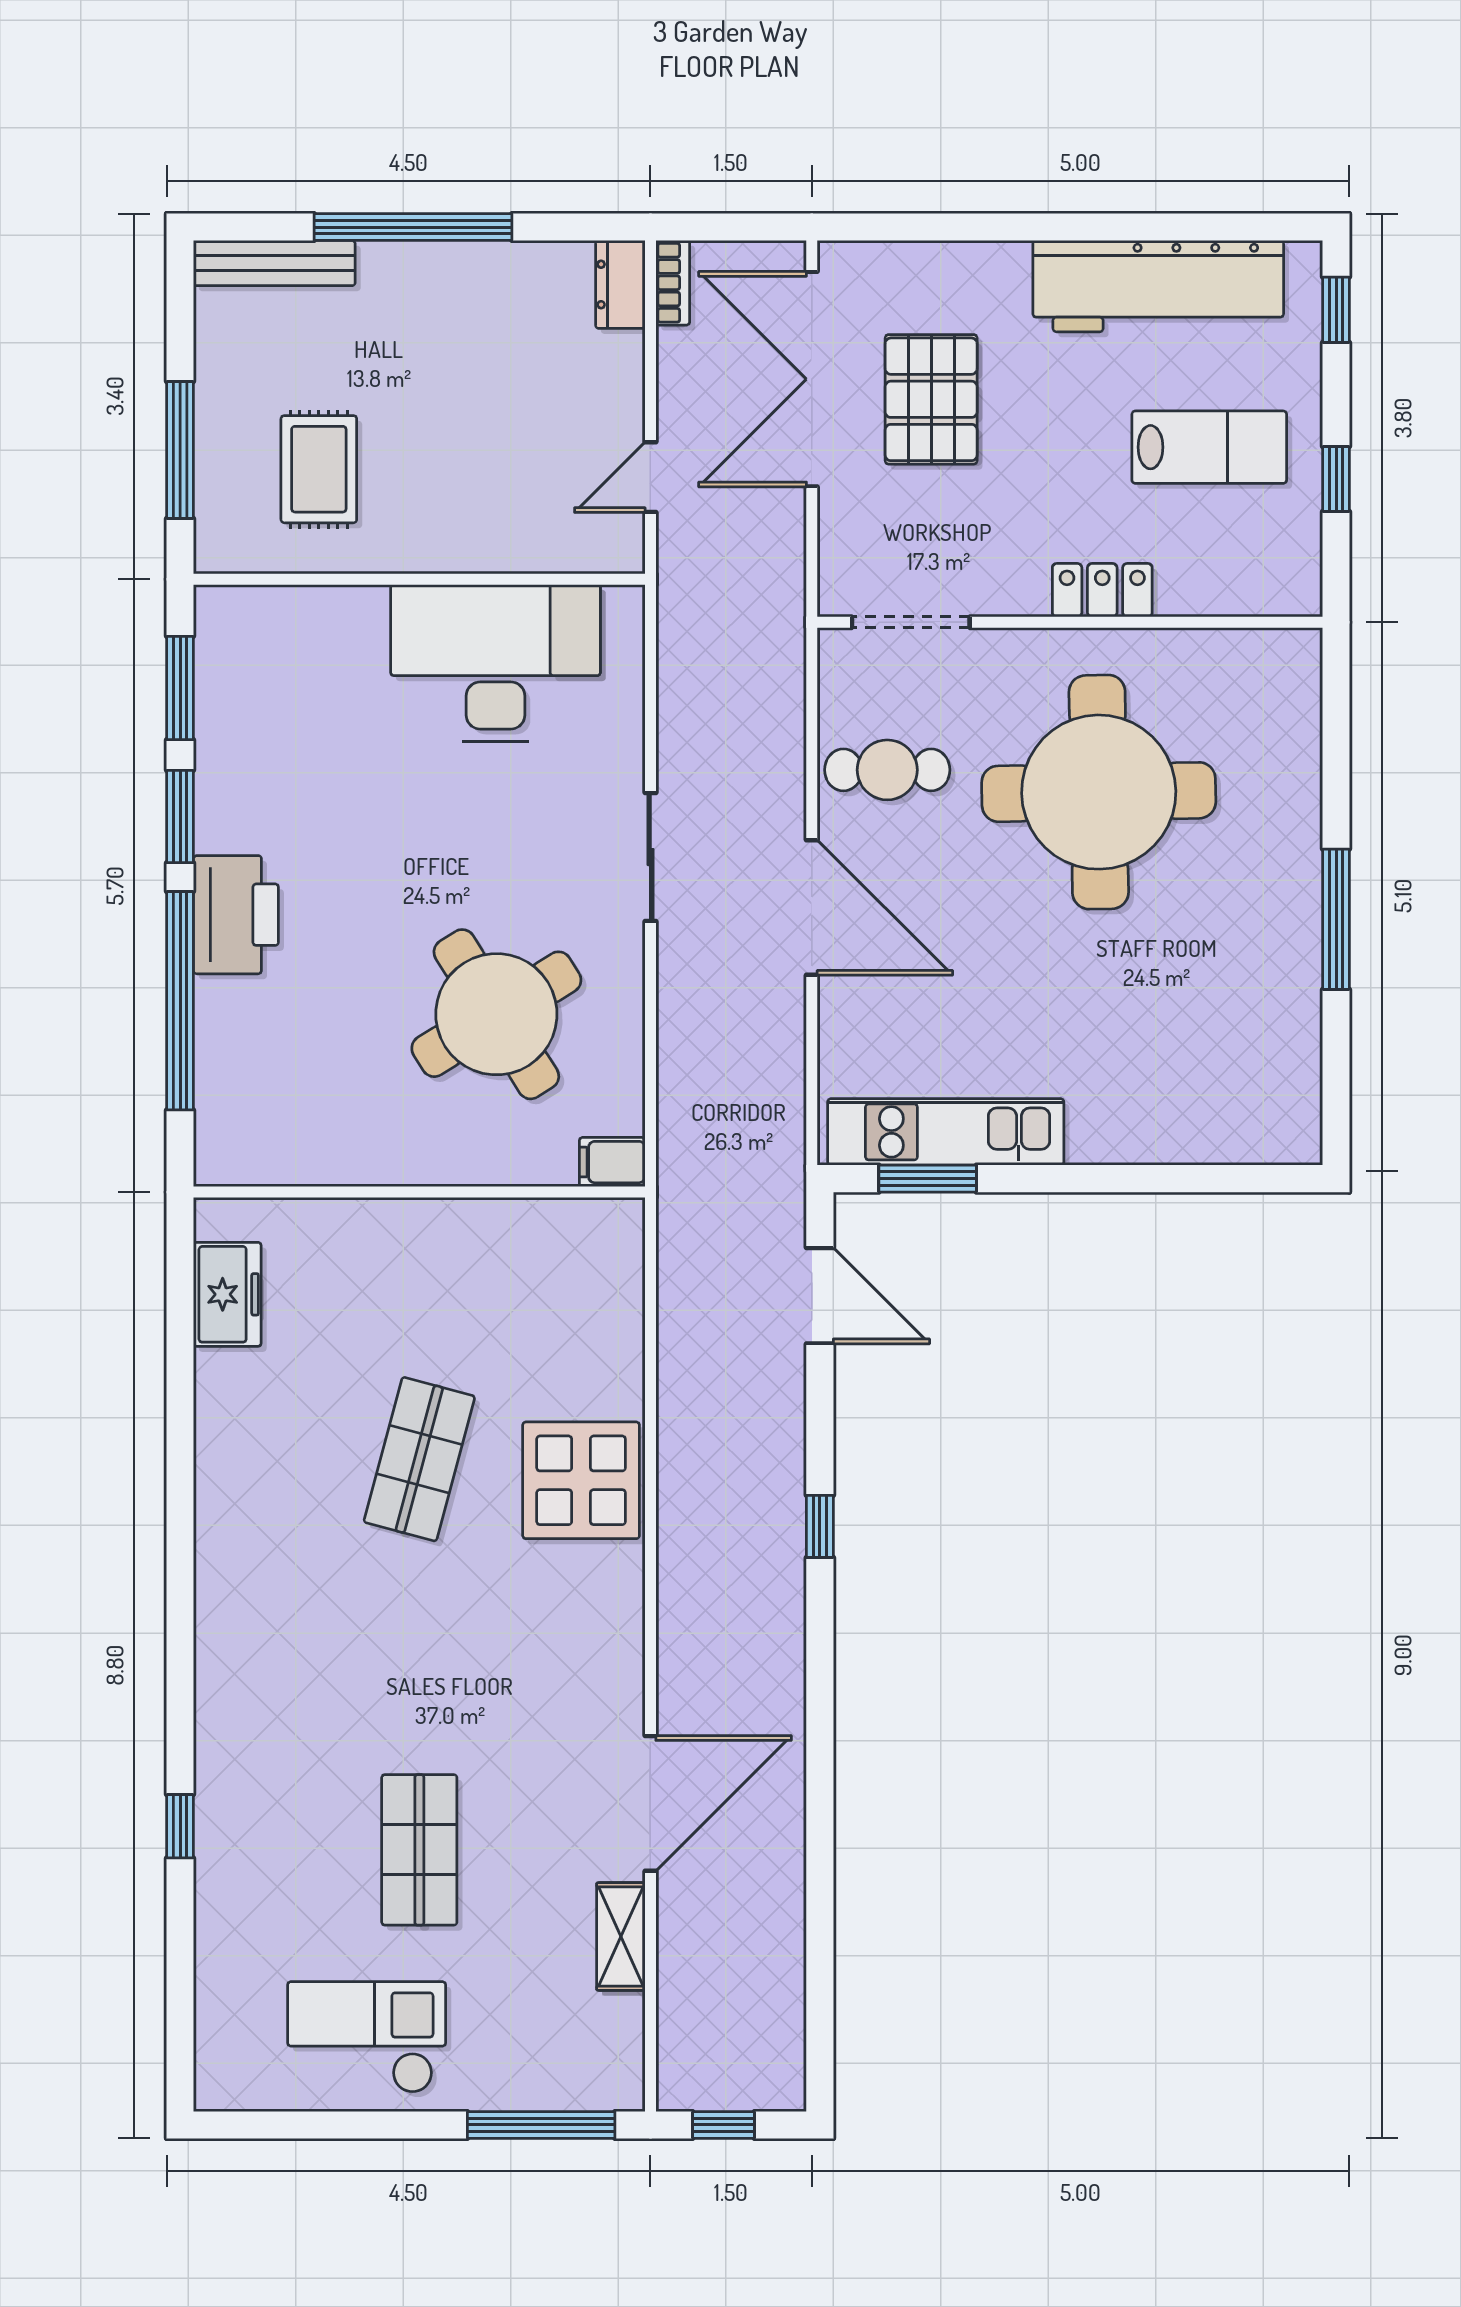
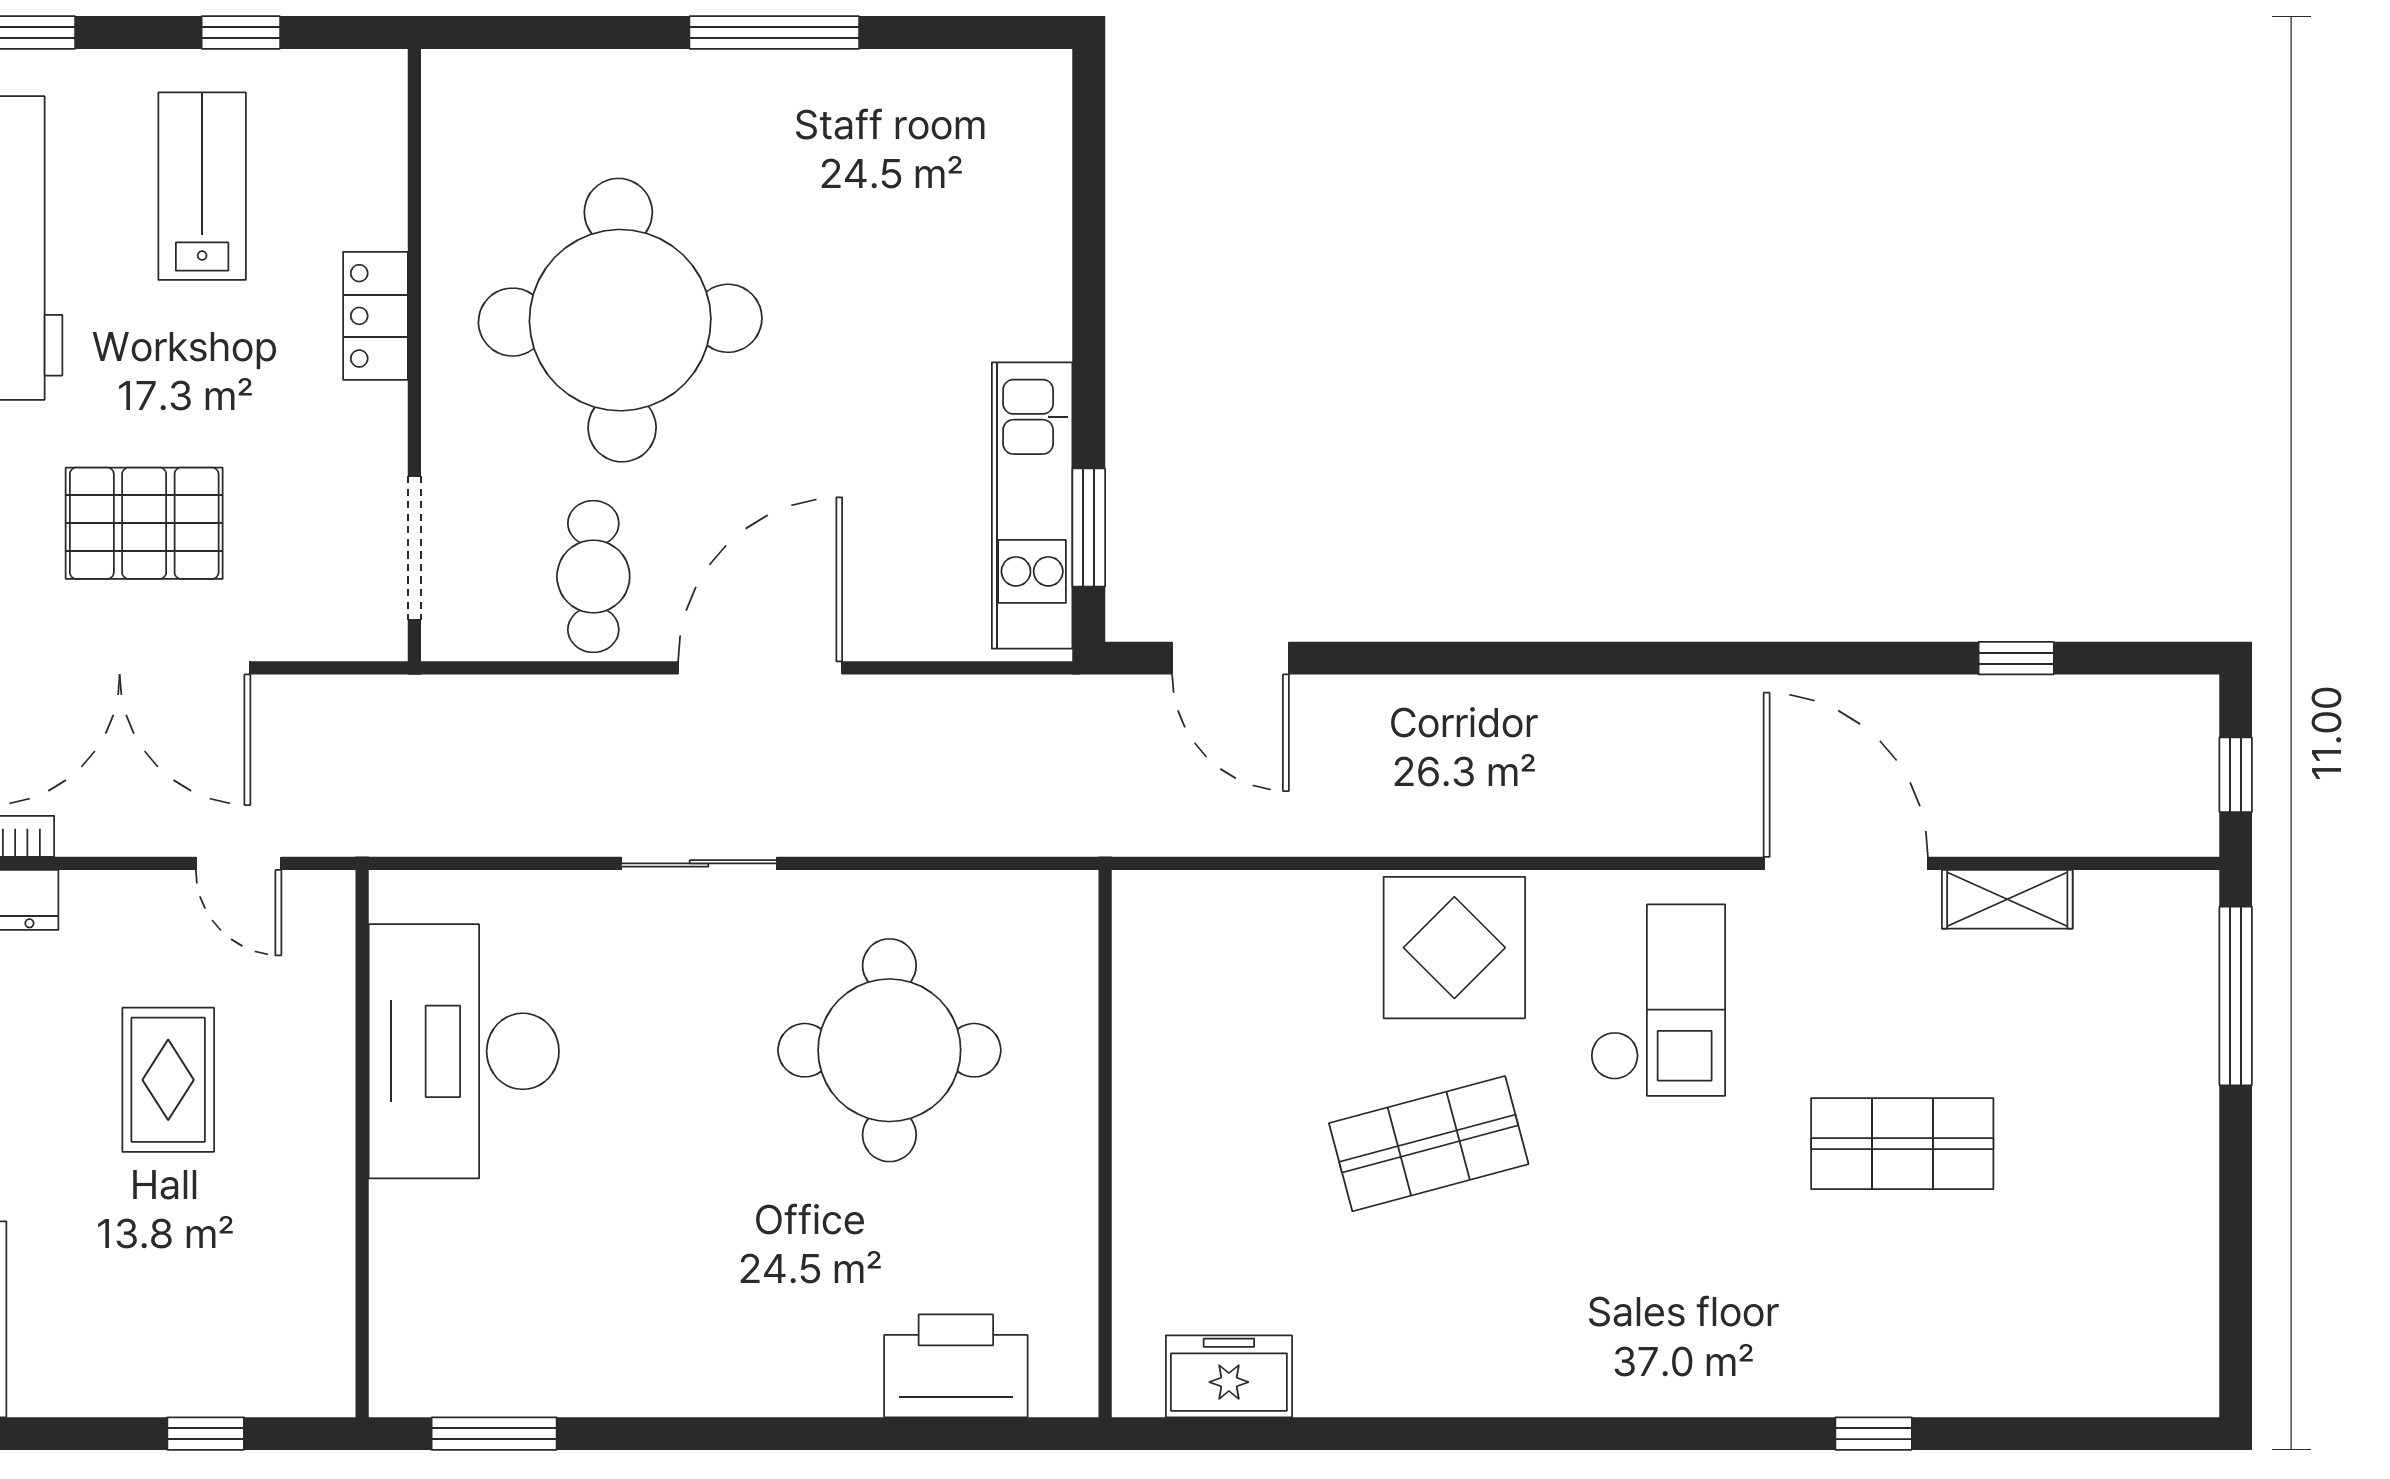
window: (180, 450) -> (206, 1434), width x0.46
rug: (319, 469) -> (168, 1080), moved, turned 90
window: (180, 817) -> (650, 1434), removed
printer: (236, 915) -> (956, 1366), moved
window: (180, 1001) -> (873, 1434), removed
round table: (496, 1014) -> (889, 1050), turned 32
filing cabinet: (612, 1162) -> (1069, 910), removed
door: (820, 1296) -> (1231, 658), swing flipped
shop shelf: (419, 1459) -> (1429, 1144), turned -30
window: (820, 1526) -> (2016, 658), moved
checkout: (367, 2037) -> (1658, 1000), moved, turned 180

